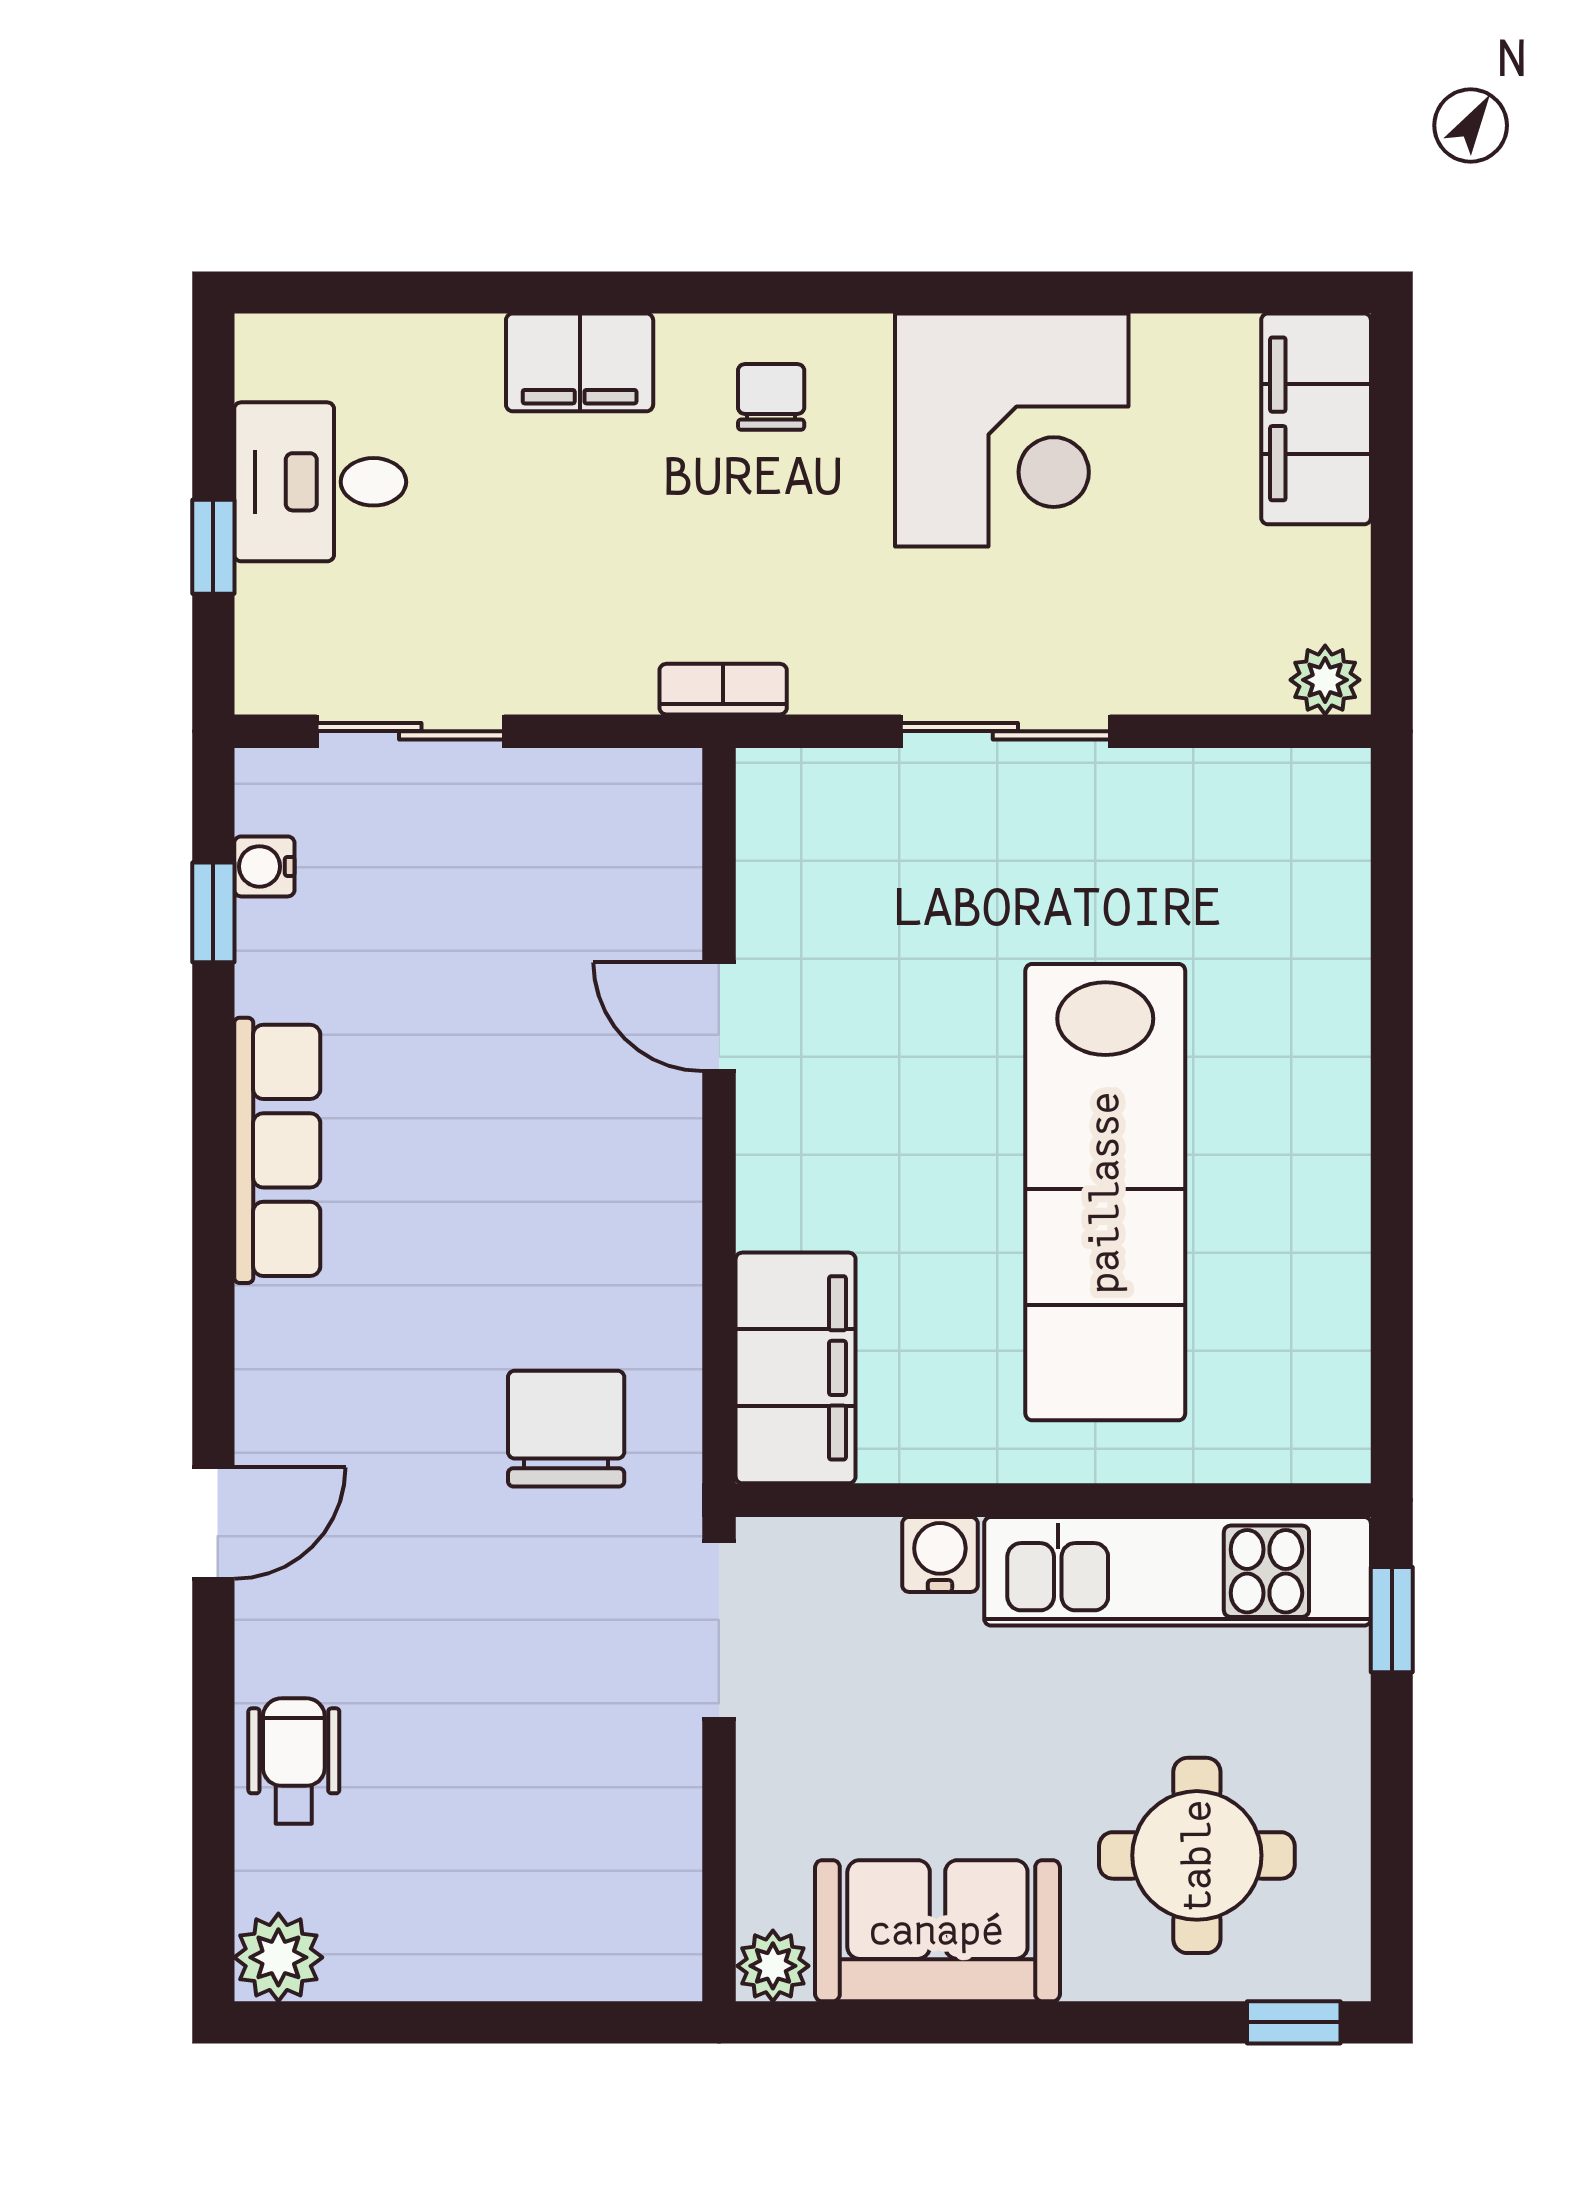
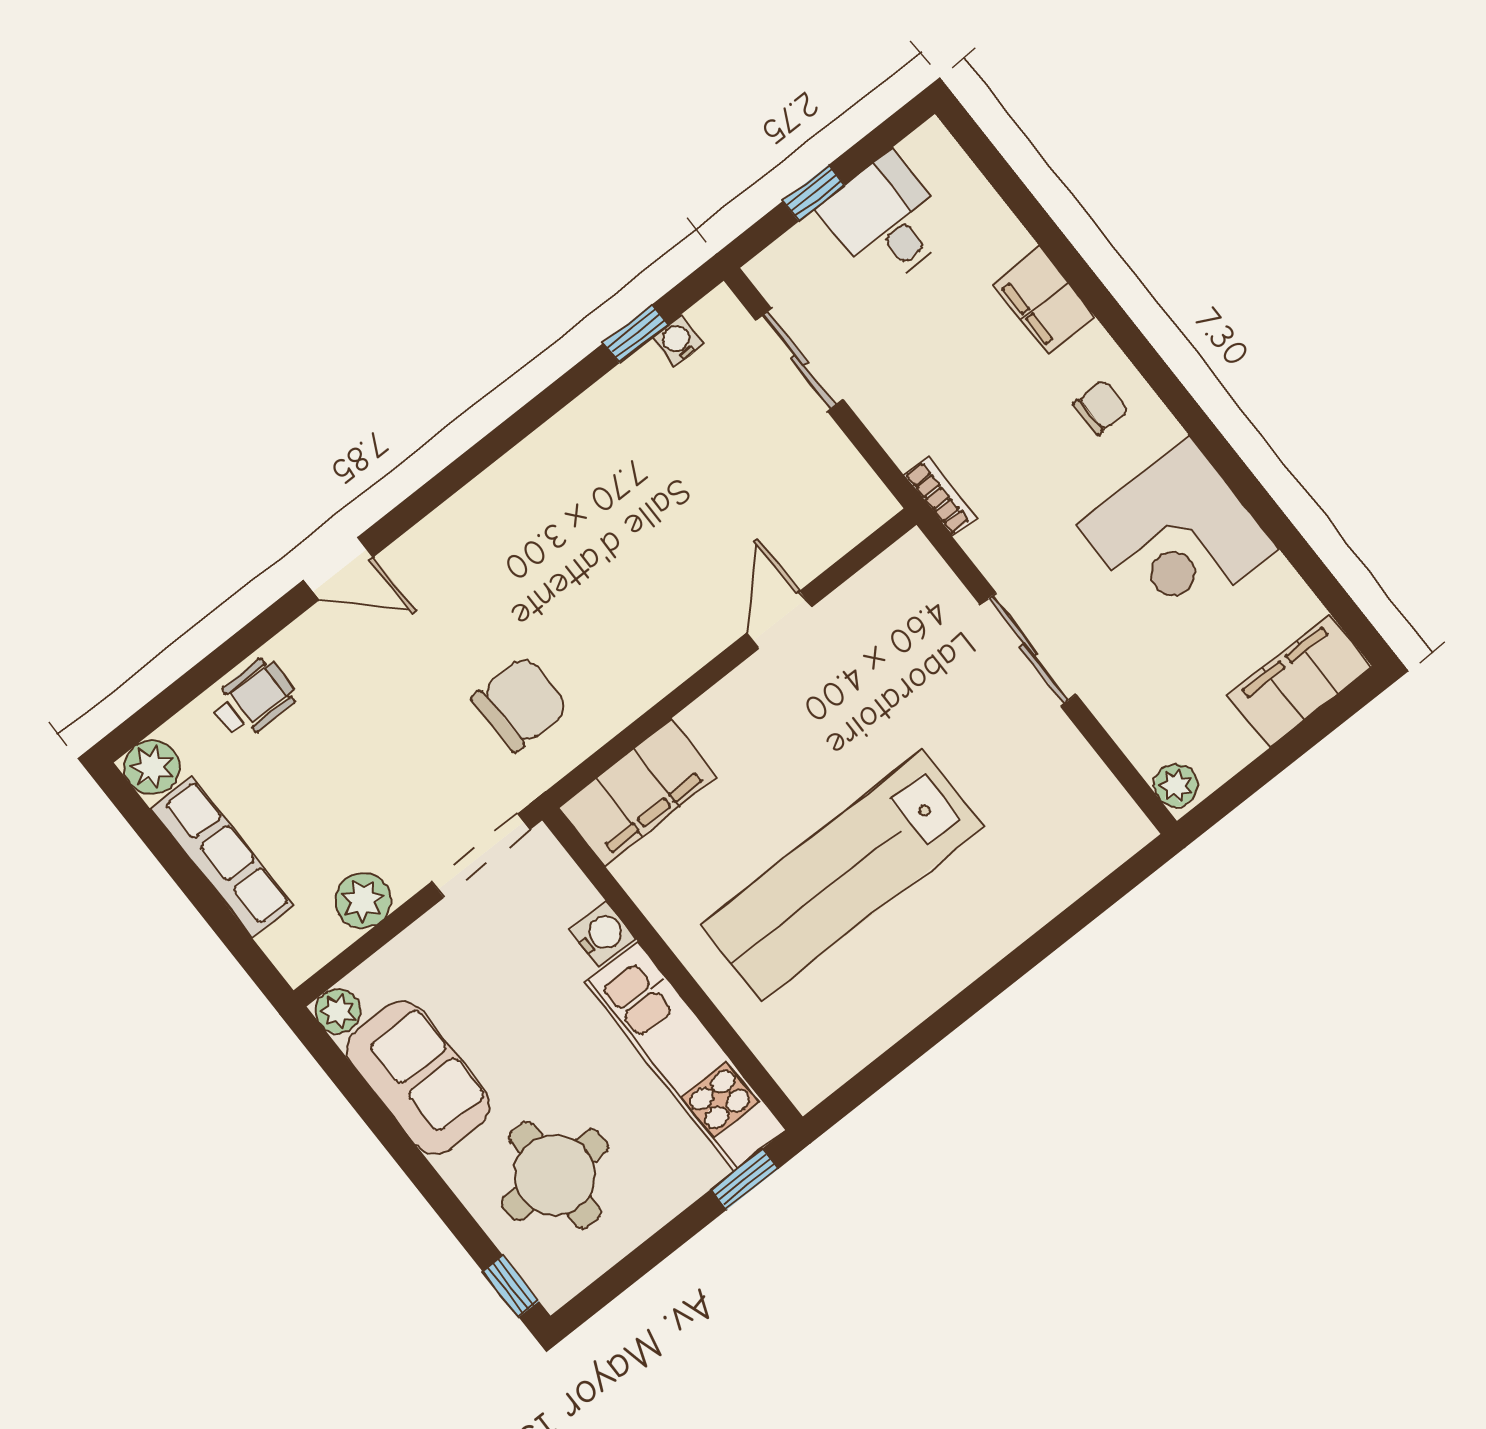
row of seats: (277, 1150) -> (222, 857), moved, turned -90
plant: (658, 1824) -> (363, 901), added

